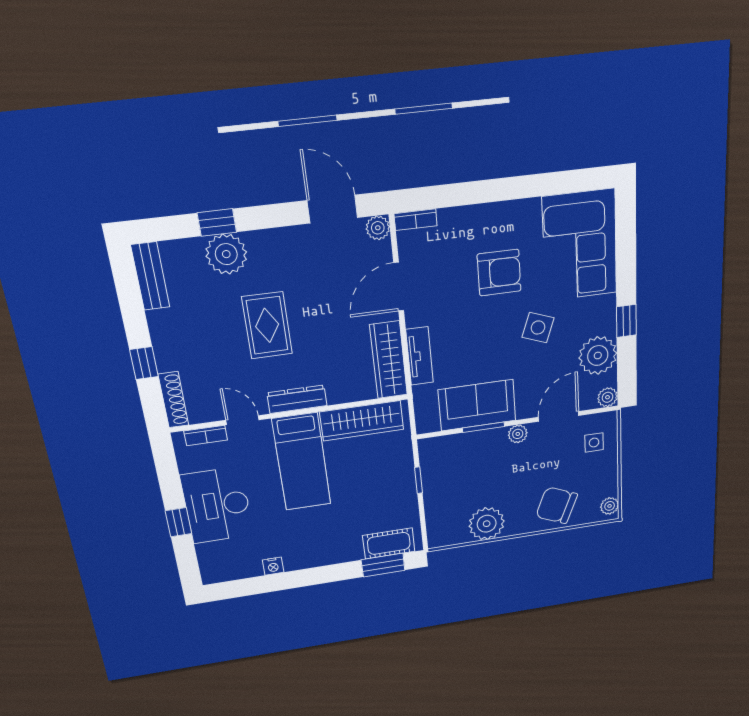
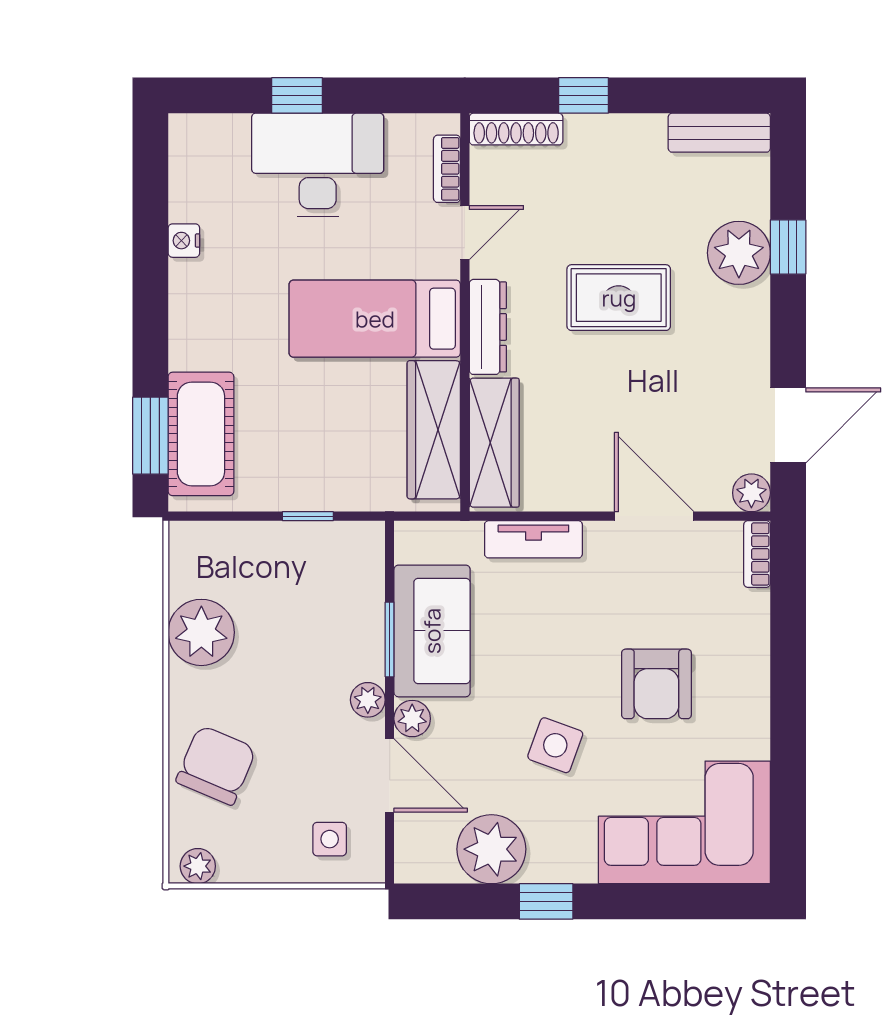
wardrobe: (389, 360) -> (494, 443), moved, turned 90
plant: (607, 397) -> (412, 719), moved
cot: (389, 543) -> (201, 434), width x1.37, depth x1.34

